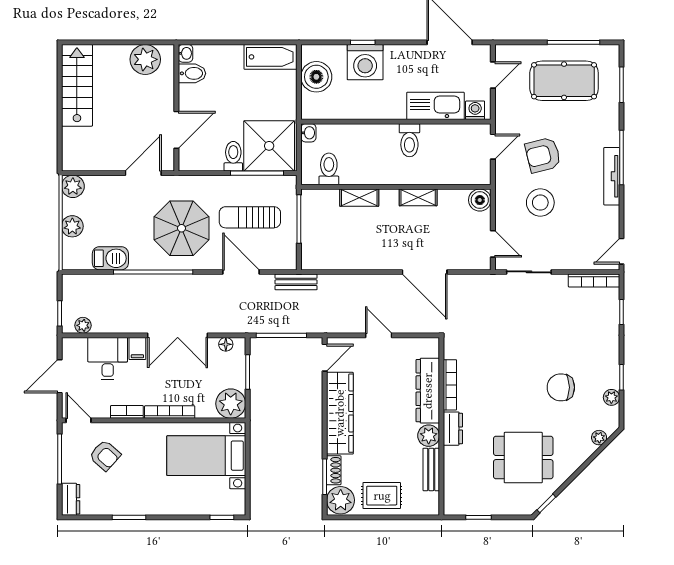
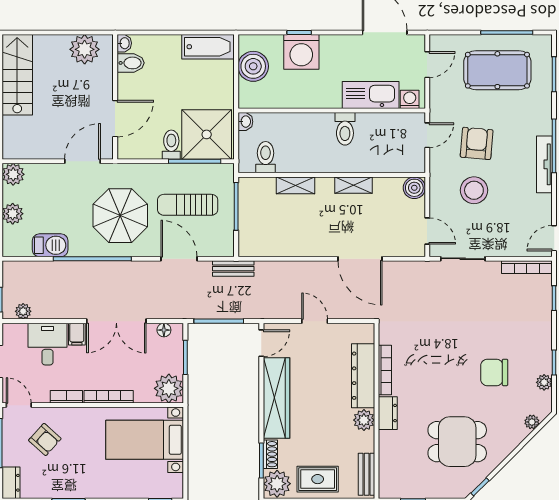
armchair: (543, 155) -> (477, 143), turned 109
bench: (431, 469) -> (367, 474), moved

